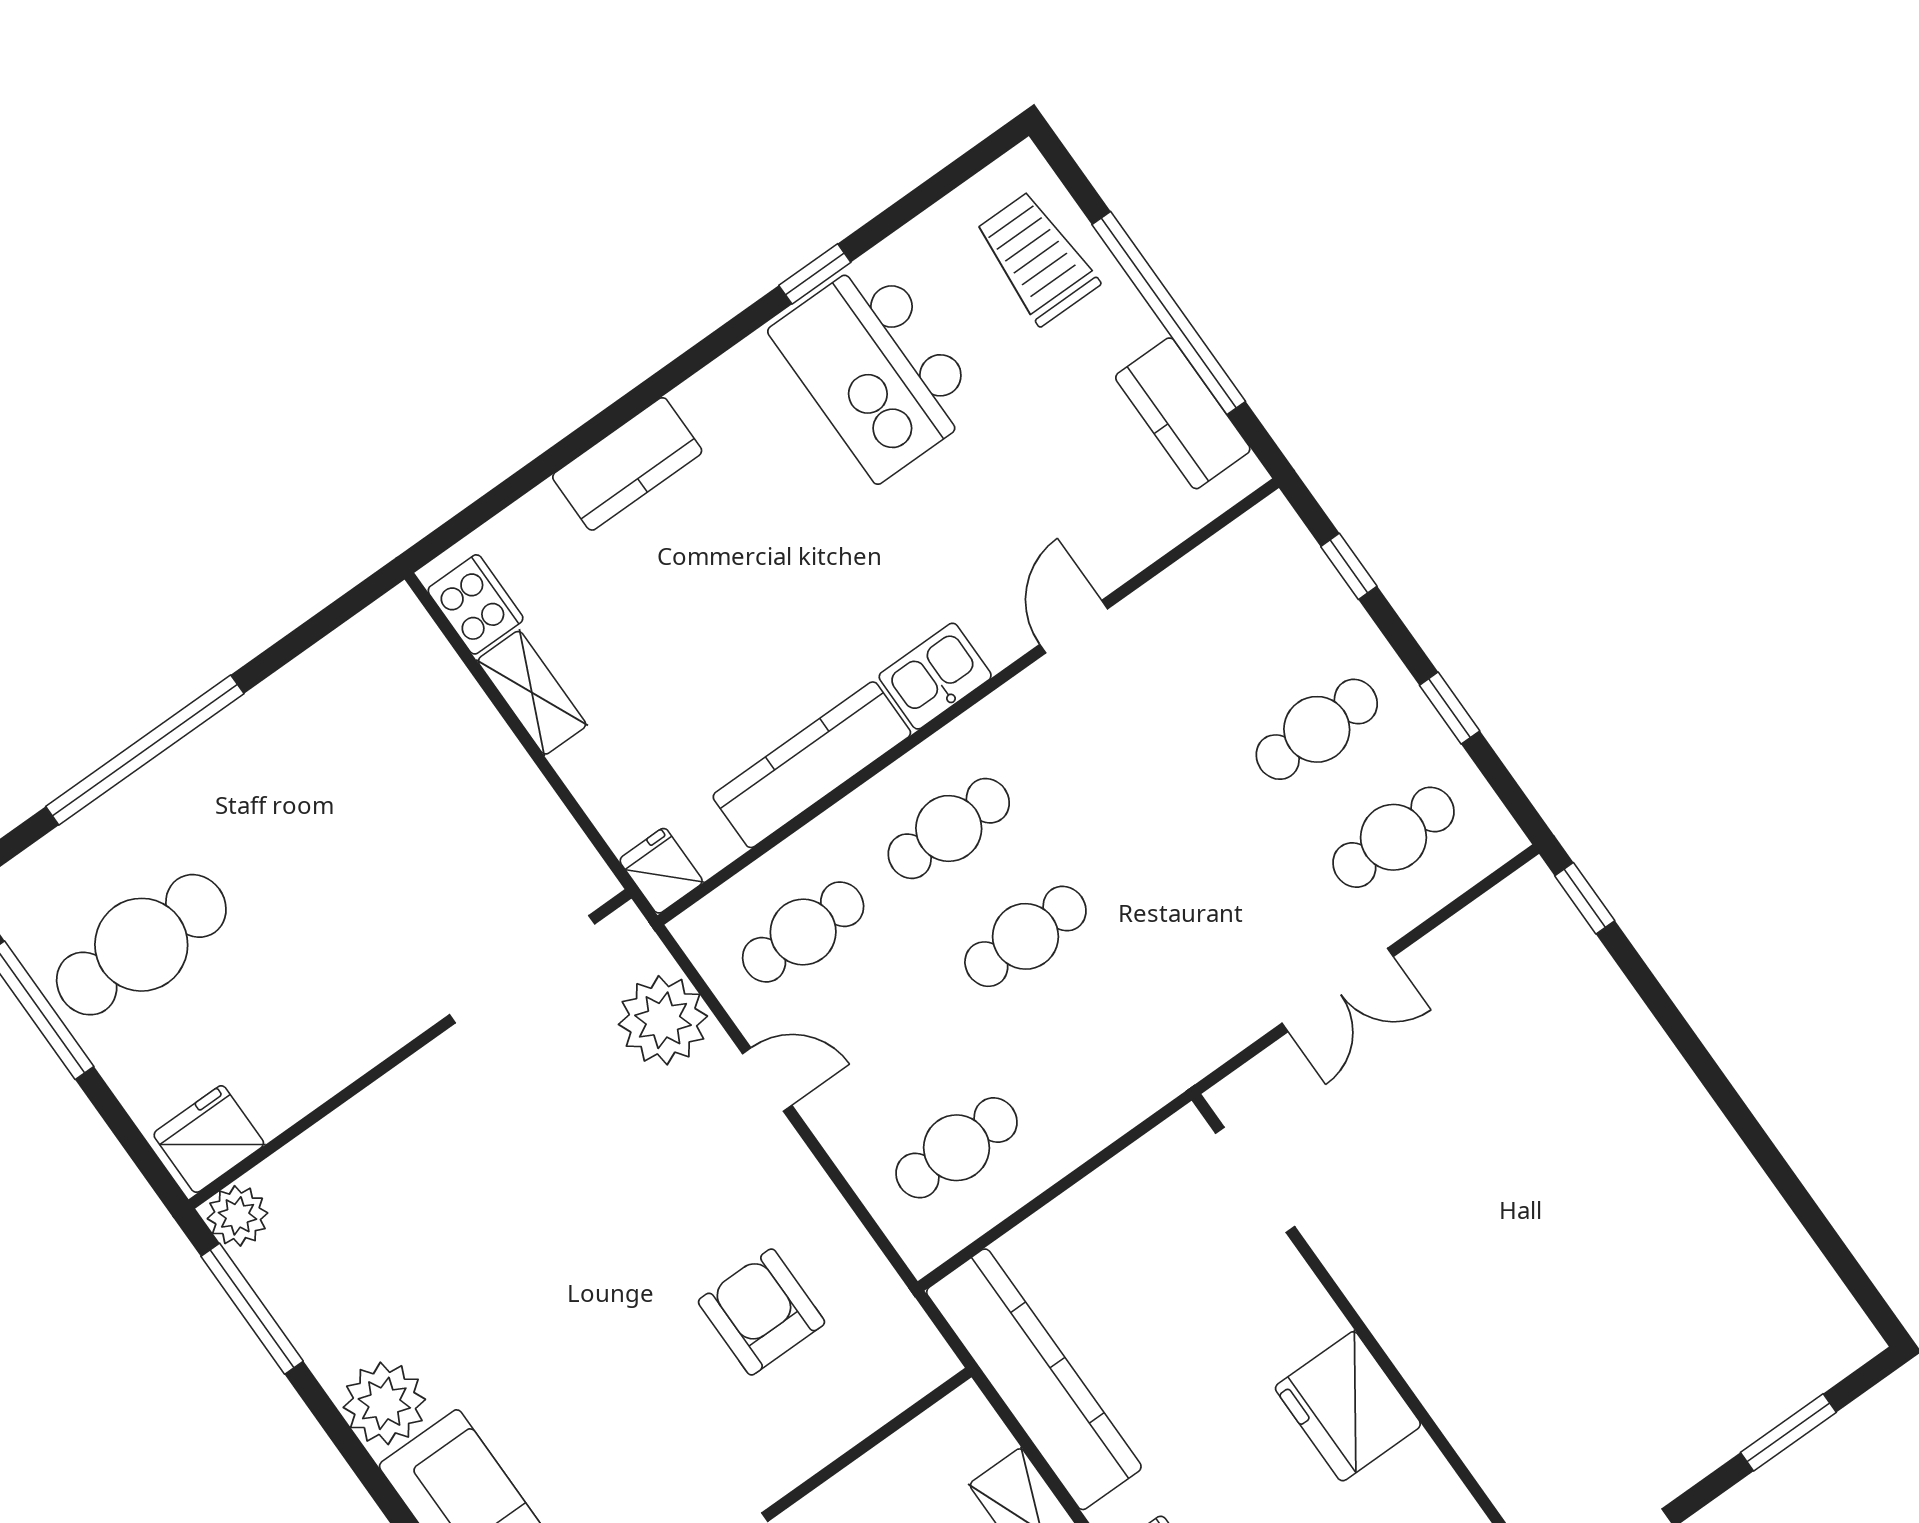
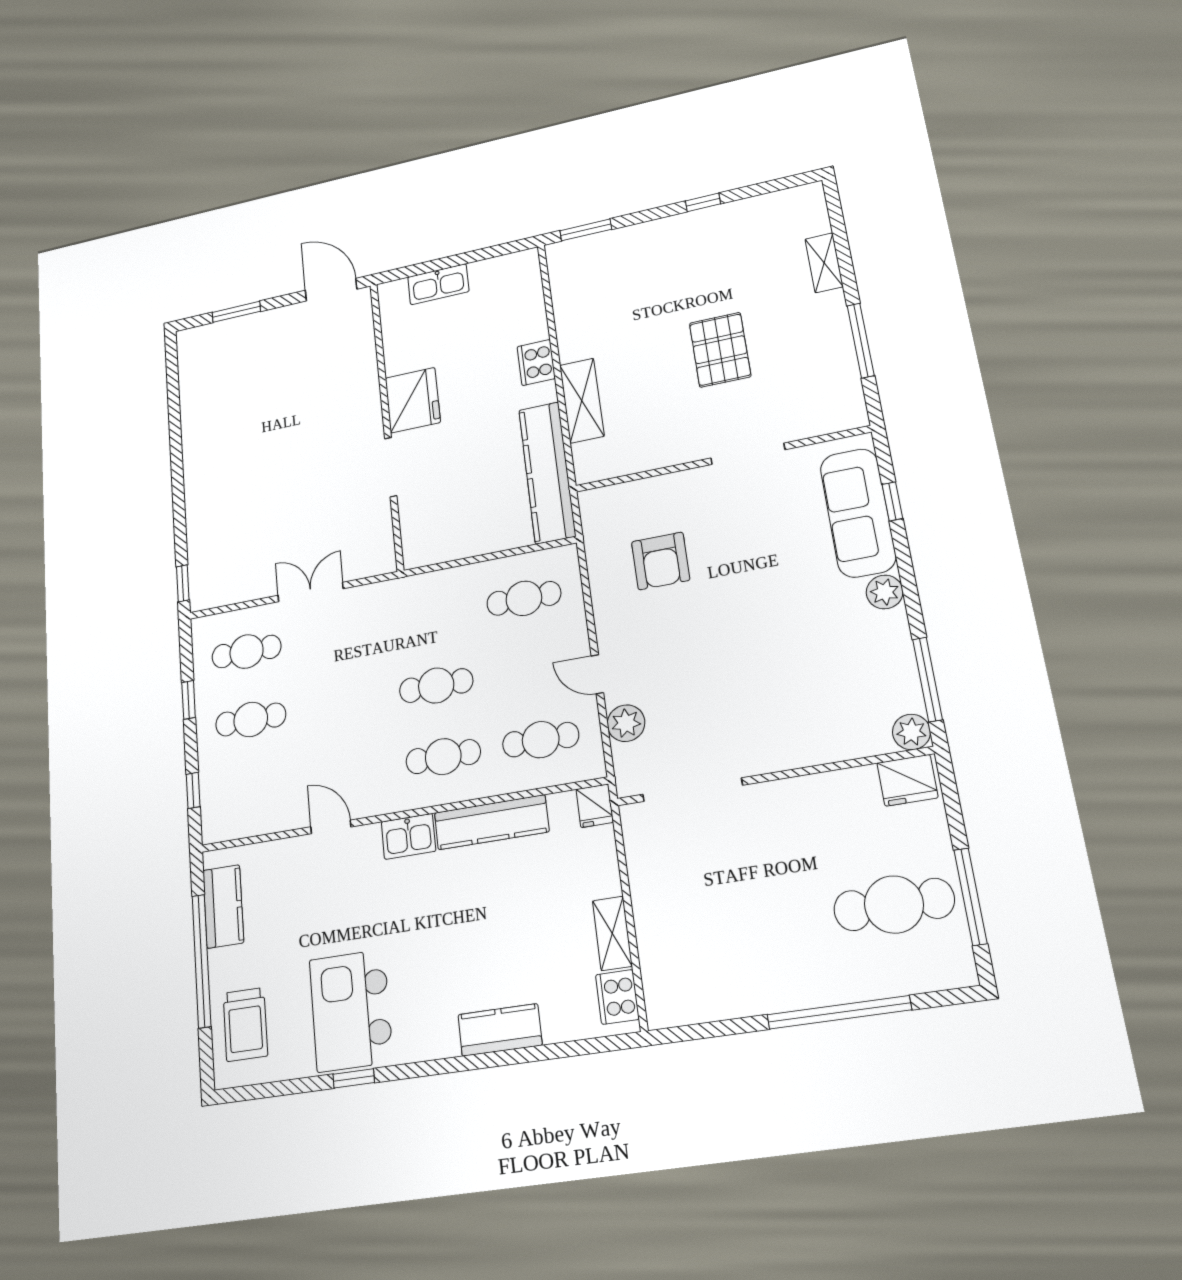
kitchen island: (877, 369) -> (351, 1011), turned 180
door: (1074, 627) -> (331, 827), swing flipped
plant: (663, 1020) -> (626, 723), width x0.73, depth x0.73
doorway: (1255, 1180) -> (391, 467), moved
plant: (384, 1403) -> (885, 592), width x0.73, depth x0.73

